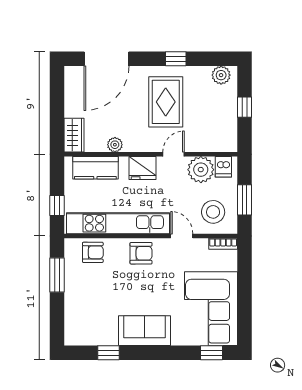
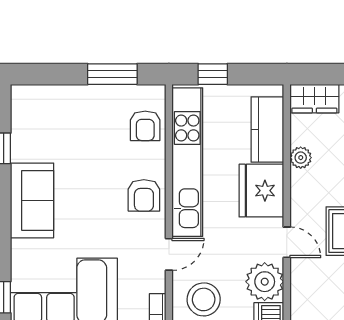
fridge: (143, 168) -> (261, 191), width x1.36, depth x1.34

